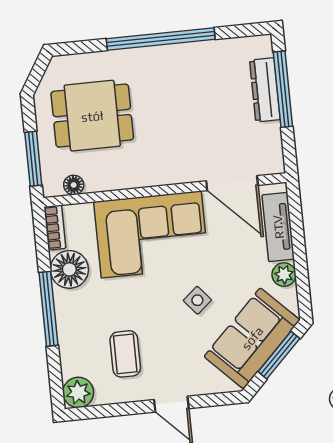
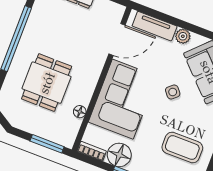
dining table: (92, 116) -> (47, 83), moved
floor lamp: (74, 185) -> (80, 112), moved
coffee table: (125, 354) -> (182, 148), width x1.36, depth x1.30

